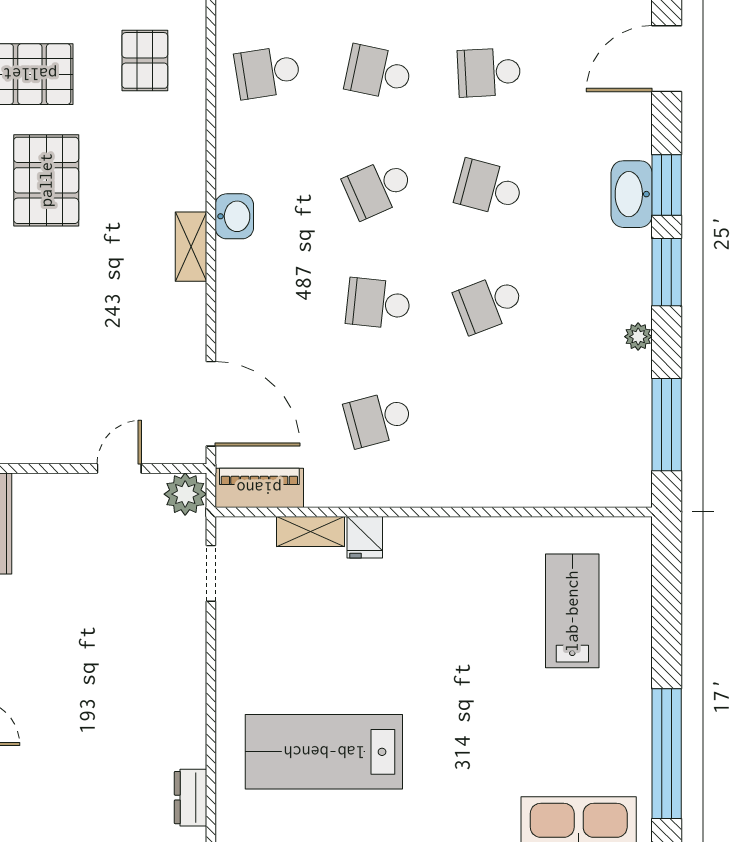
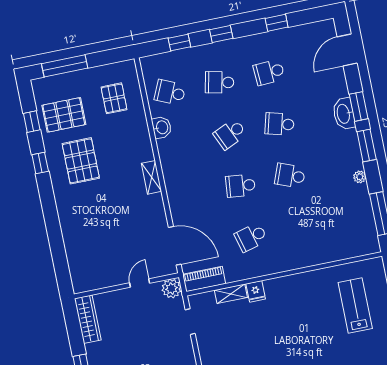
school desk: (268, 72) -> (170, 92), turned 33
washbasin: (234, 216) -> (162, 127), moved
school desk: (489, 303) -> (290, 176), turned 42

